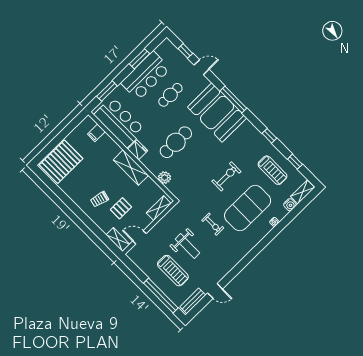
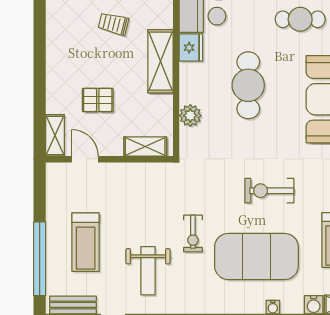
cafe table: (176, 142) -> (248, 85), turned 90
exercise bike: (226, 176) -> (269, 191), turned 180
trolley: (100, 199) -> (113, 24), moved
weight bench: (188, 246) -> (148, 271), moved

